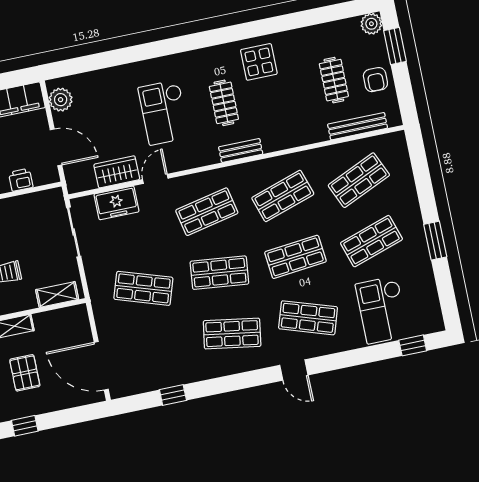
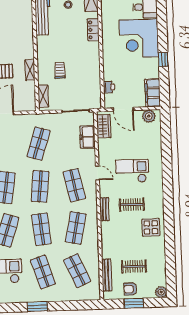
window: (395, 46) -> (134, 303), moved
door: (56, 147) -> (123, 109), hinge flipped
wardrobe: (117, 172) -> (104, 126), moved
door: (155, 179) -> (97, 173), moved
shop shelf: (283, 196) -> (76, 228), turned 30

